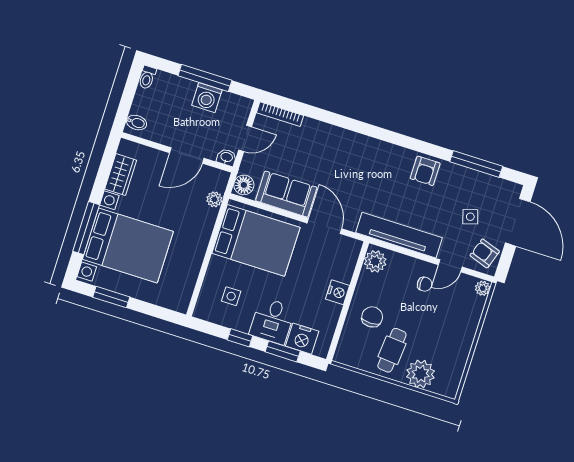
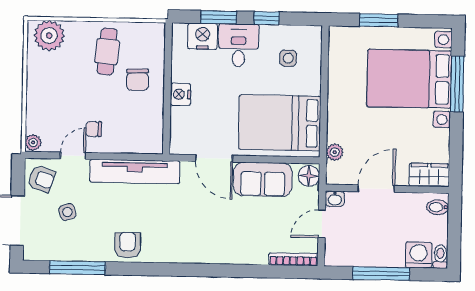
washing machine: (207, 98) -> (419, 255), moved
wardrobe: (121, 175) -> (429, 175), moved, turned 90
plant: (375, 261) -> (151, 137), removed
window: (111, 297) -> (379, 20), moved
plant: (421, 374) -> (49, 36), moved

